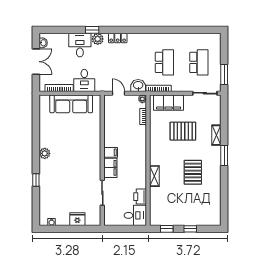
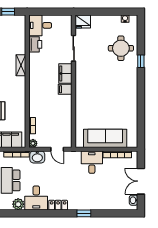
plant: (98, 39) -> (18, 204), moved
desk: (80, 45) -> (36, 198), moved
plant: (45, 153) -> (132, 88), removed
round table: (56, 193) -> (121, 48), added
fridge: (77, 219) -> (83, 21), moved

